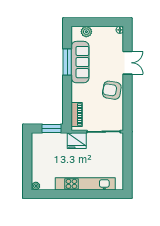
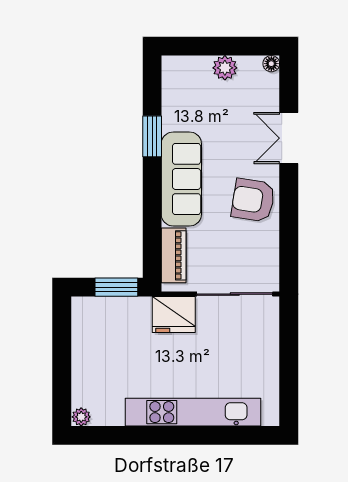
plant: (86, 32) -> (225, 68), moved
window: (67, 62) -> (152, 136), width x0.69
sofa: (80, 62) -> (181, 179), moved
double door: (128, 63) -> (289, 138), swing flipped

